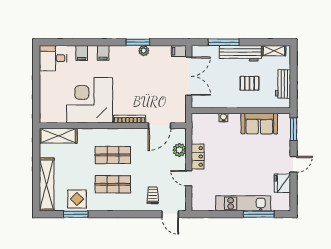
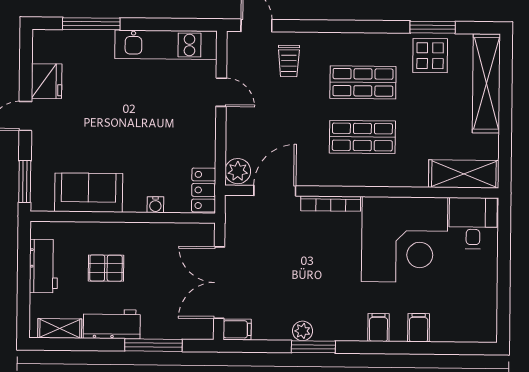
workbench: (240, 53) -> (112, 324), width x0.73
desk: (53, 58) -> (473, 223), moved, turned -90
plant: (179, 150) -> (238, 171), moved
locker: (198, 156) -> (204, 190), moved
kitchen unit: (243, 203) -> (166, 45), moved

